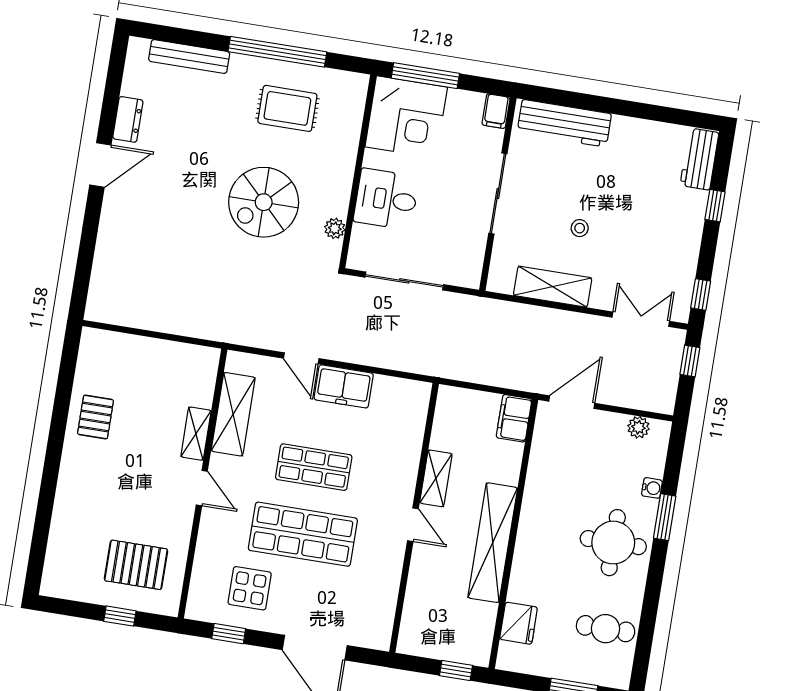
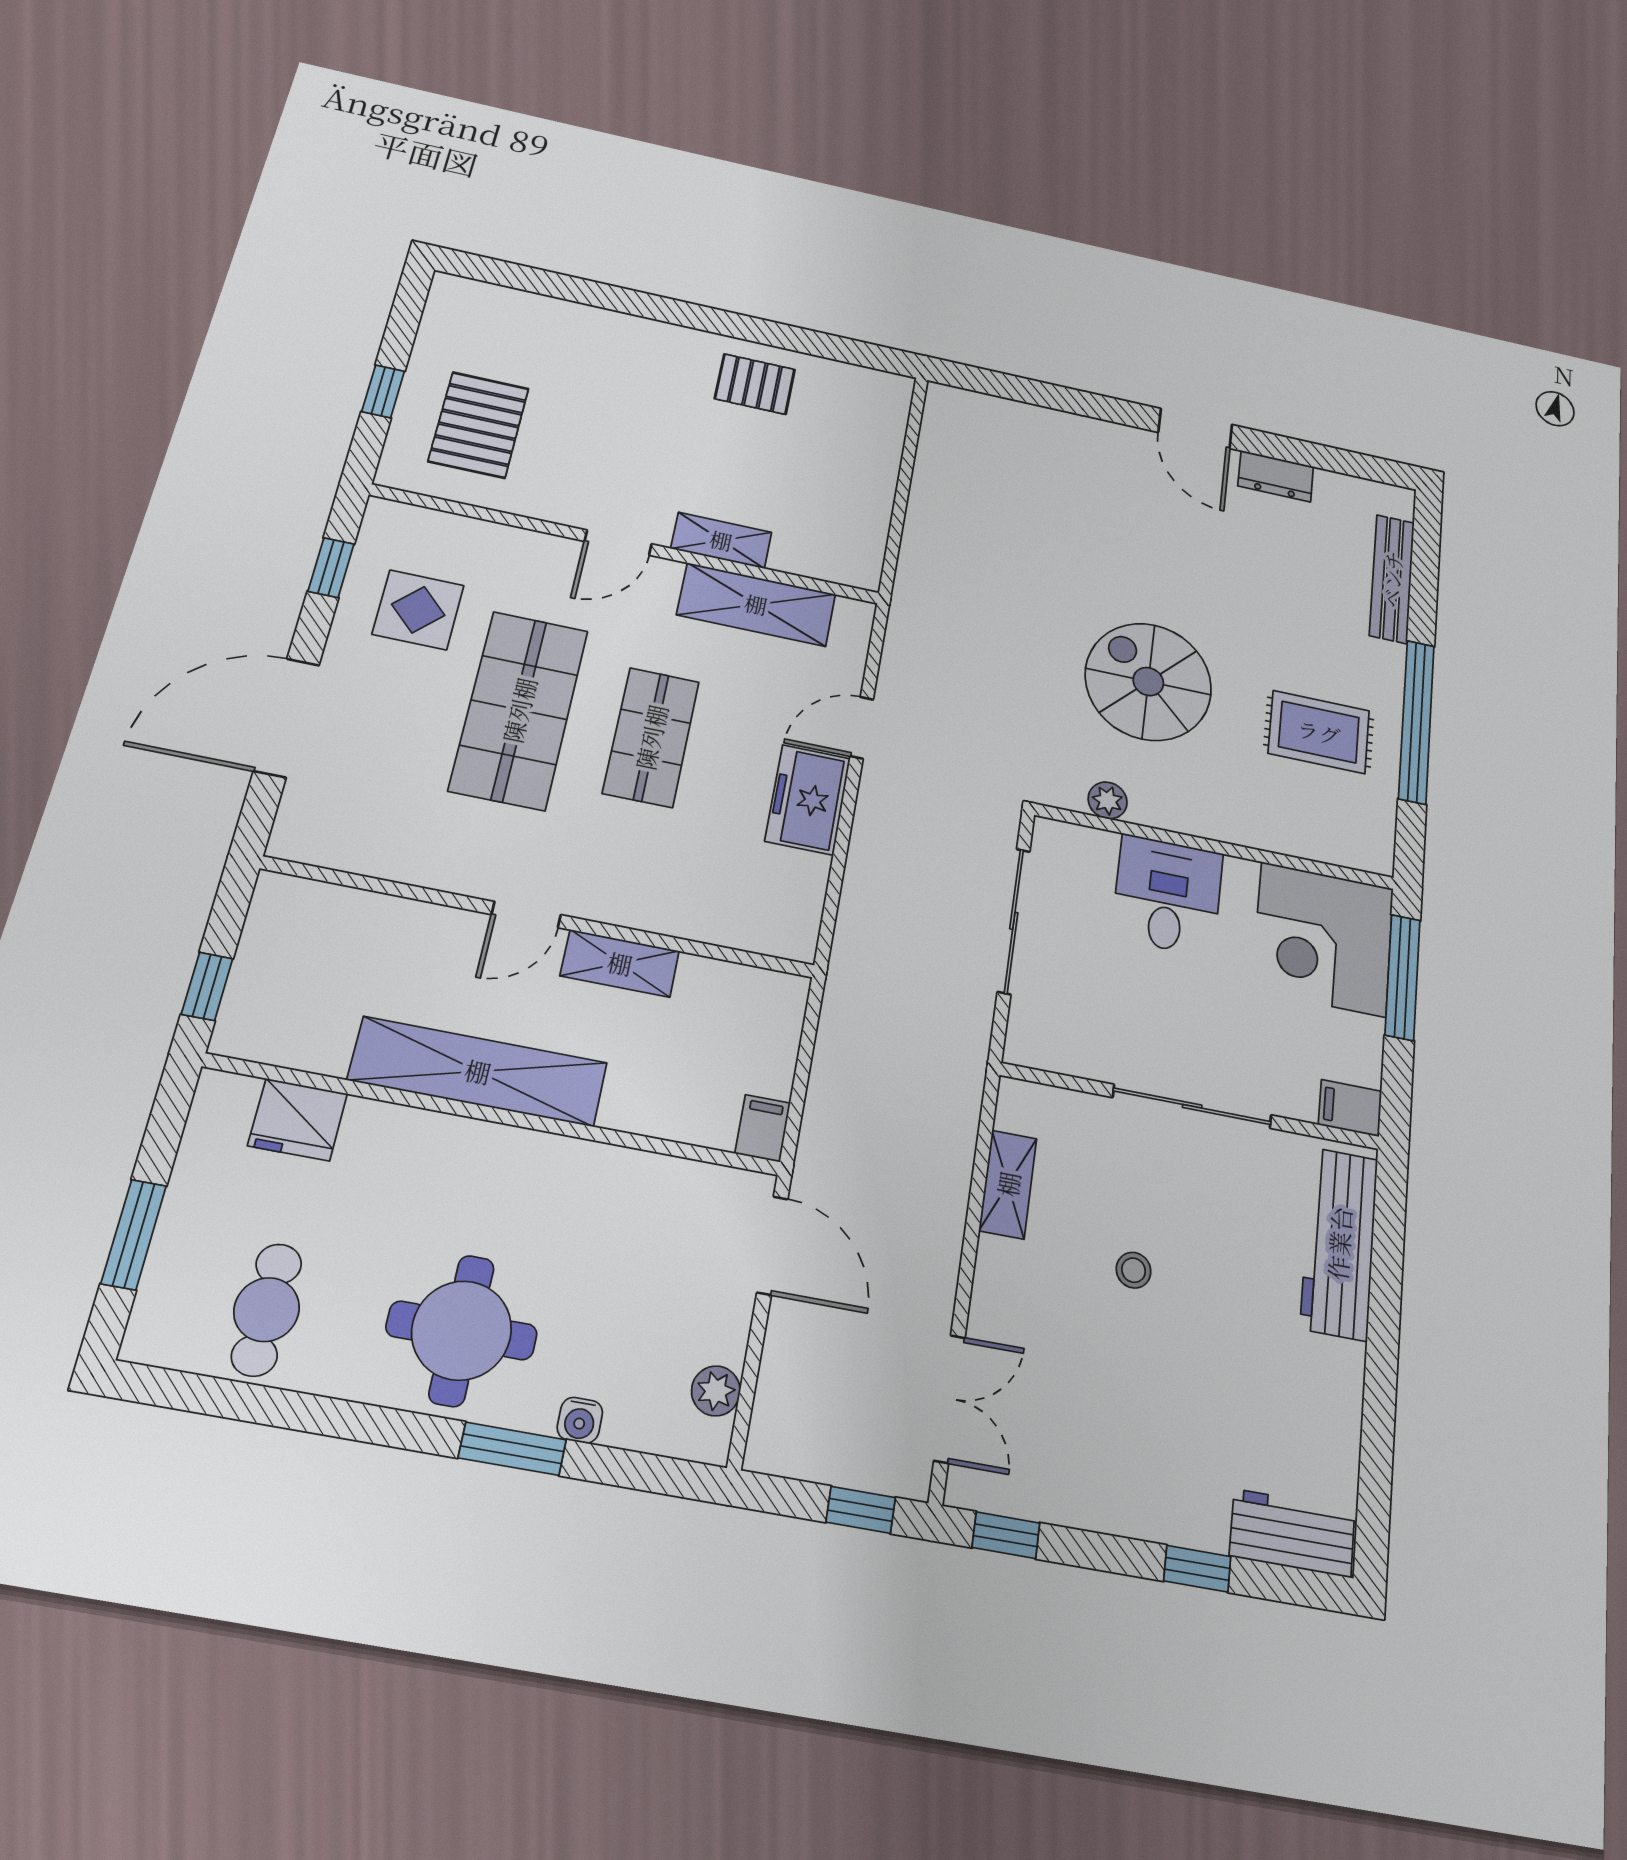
rug: (287, 108) -> (1319, 732), turned 90
shelving: (553, 287) -> (1008, 1184), width x0.67, depth x0.75
filing cabinet: (514, 418) -> (763, 1128), width x0.50

